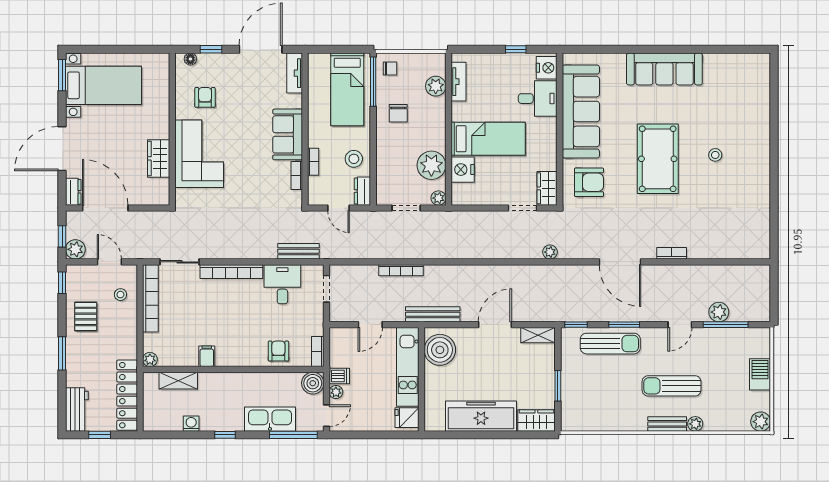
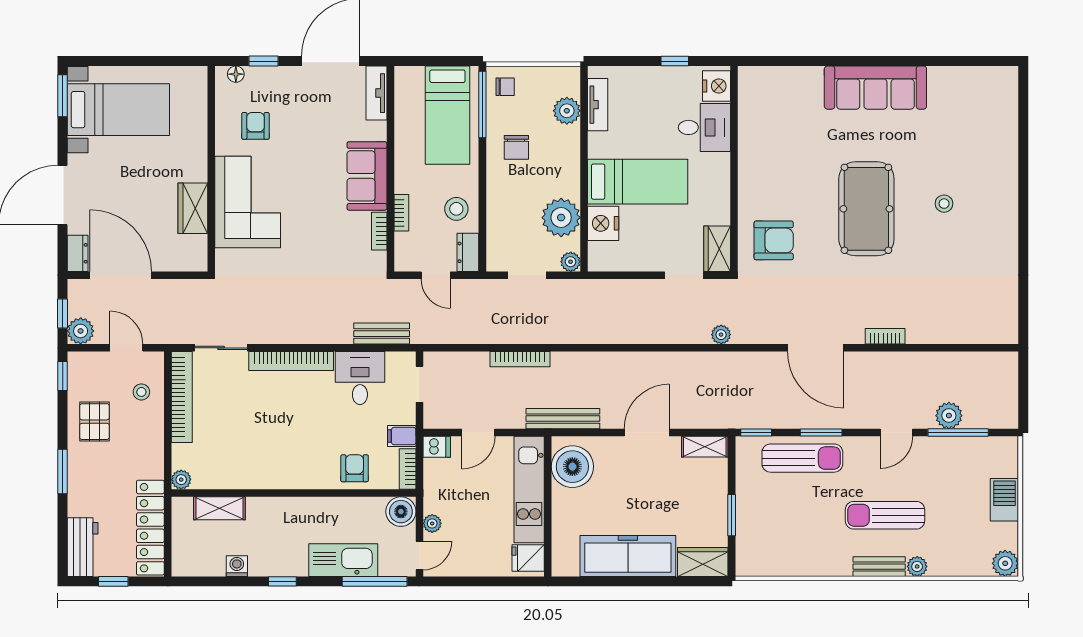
sofa: (581, 112) -> (763, 145), removed
filing cabinet: (207, 356) -> (402, 436), moved, turned -90
dishwasher: (339, 376) -> (437, 447), moved

